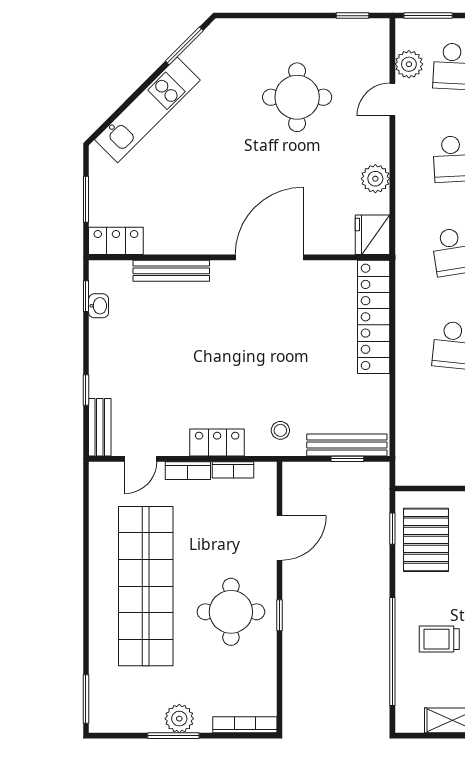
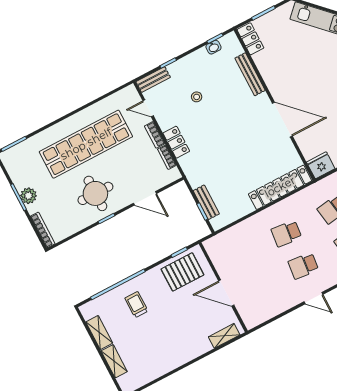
stool: (280, 430) -> (197, 97), moved
bench: (347, 445) -> (206, 202), width x0.73

